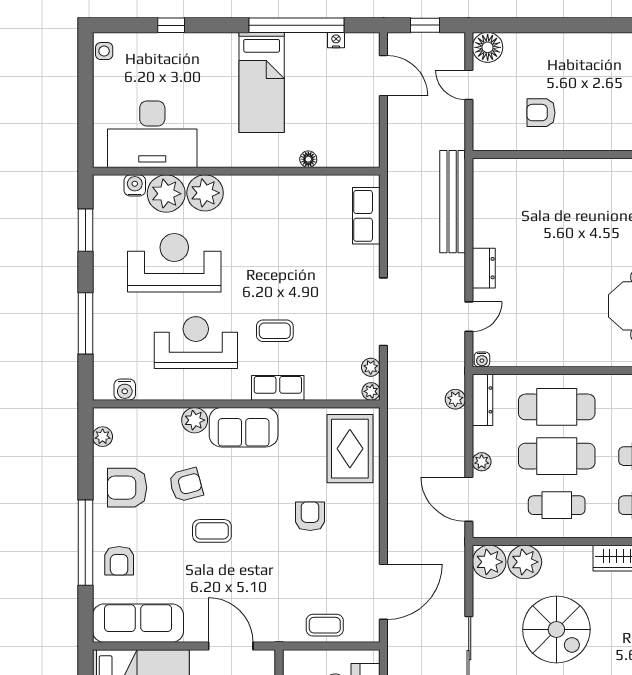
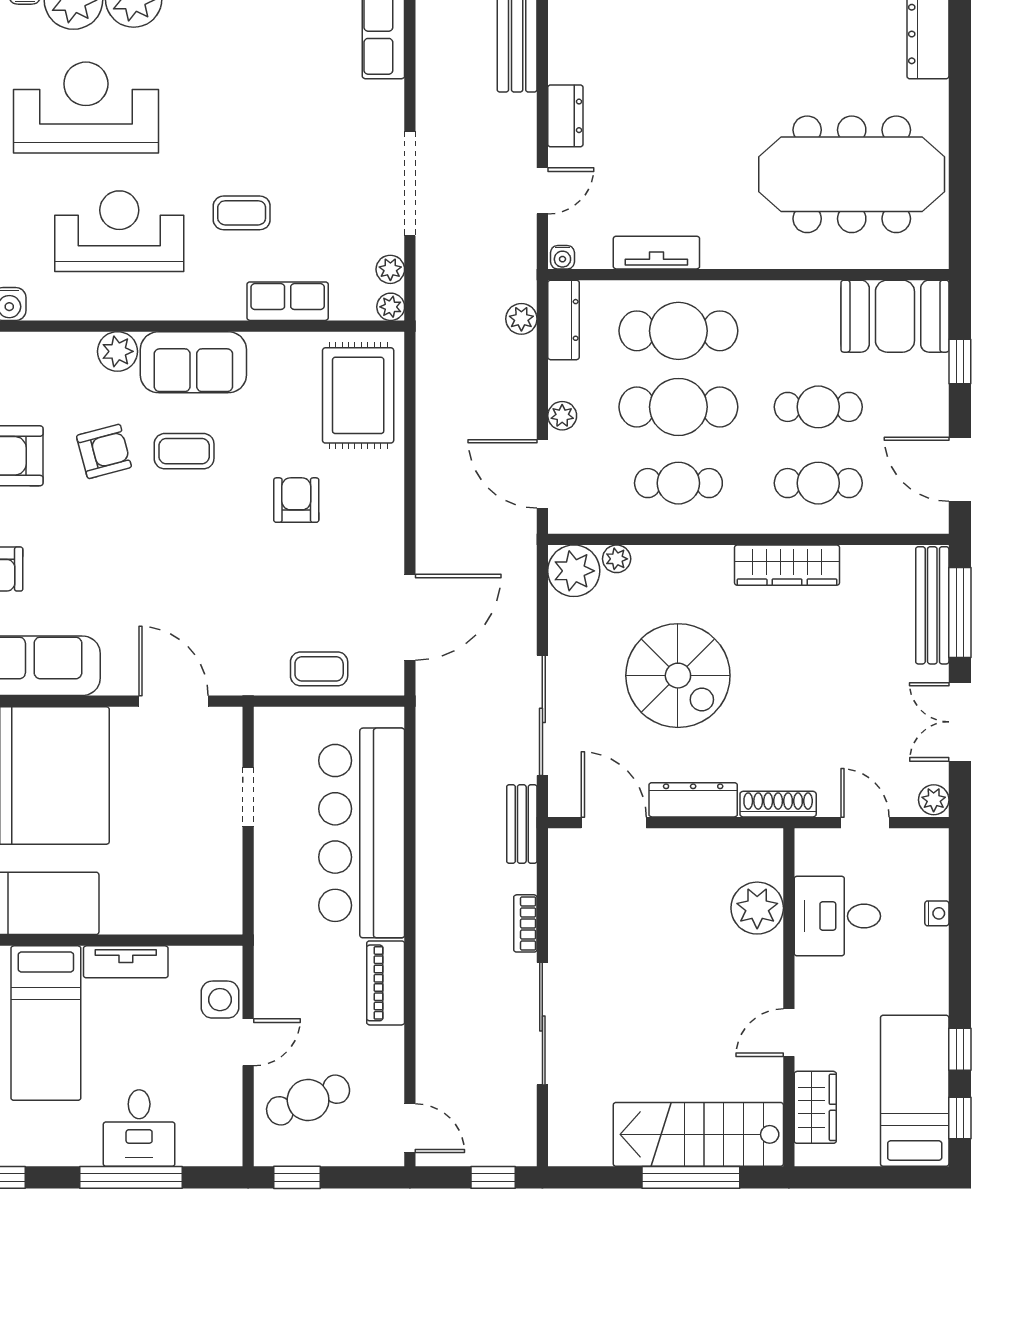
tv unit: (543, 356) -> (656, 253), added
row of seats: (278, 388) -> (288, 301), moved
coffee table: (212, 531) -> (184, 451), moved
plant: (525, 562) -> (617, 559), width x0.53, depth x0.53

